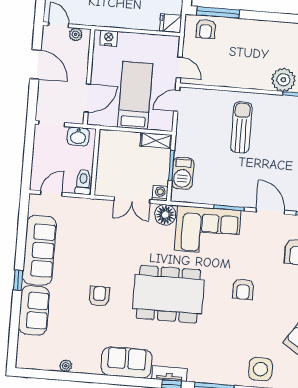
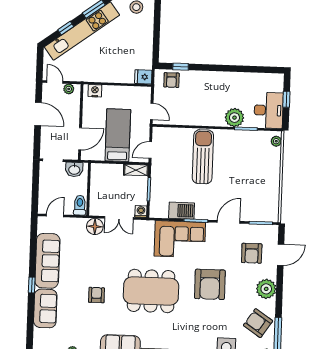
window: (218, 12) -> (181, 67), width x0.46
door: (177, 101) -> (150, 150), moved
sun lounger: (241, 127) -> (203, 157), width x1.36, depth x1.34
barbecue: (183, 173) -> (182, 211), moved, turned -90
door: (270, 211) -> (229, 222), hinge flipped
floor lamp: (165, 215) -> (95, 226), moved
armchair: (243, 289) -> (210, 284), width x1.88, depth x1.88

